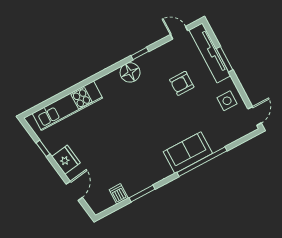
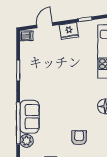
plant: (217, 141) -> (27, 141), added
door: (74, 191) -> (45, 25), swing flipped
dishwasher: (119, 194) -> (26, 36), moved

